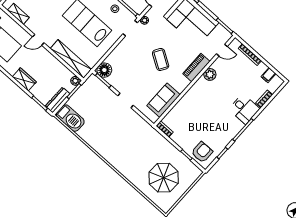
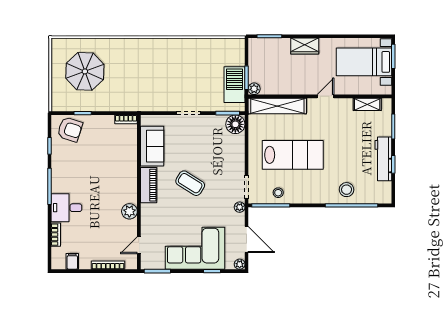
piano: (196, 68) -> (149, 185), moved
dresser: (58, 100) -> (255, 55), removed
barbecue: (70, 118) -> (234, 85), moved, turned 90
armchair: (202, 152) -> (70, 129), turned -72

